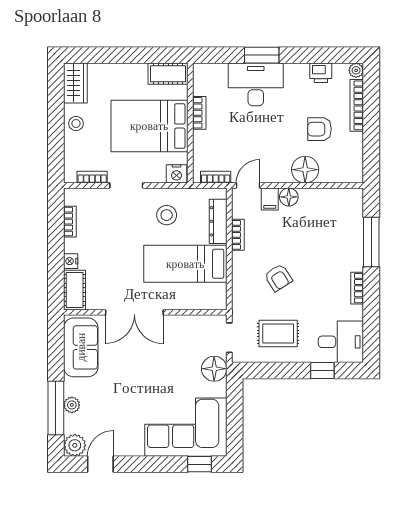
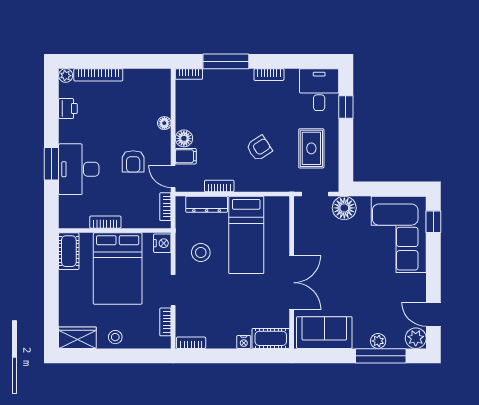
armchair: (320, 129) -> (133, 161), moved
floor lamp: (305, 170) -> (164, 123), width x0.53, depth x0.53
bookcase: (358, 202) -> (189, 74), added
bookcase: (70, 222) -> (191, 343), moved

